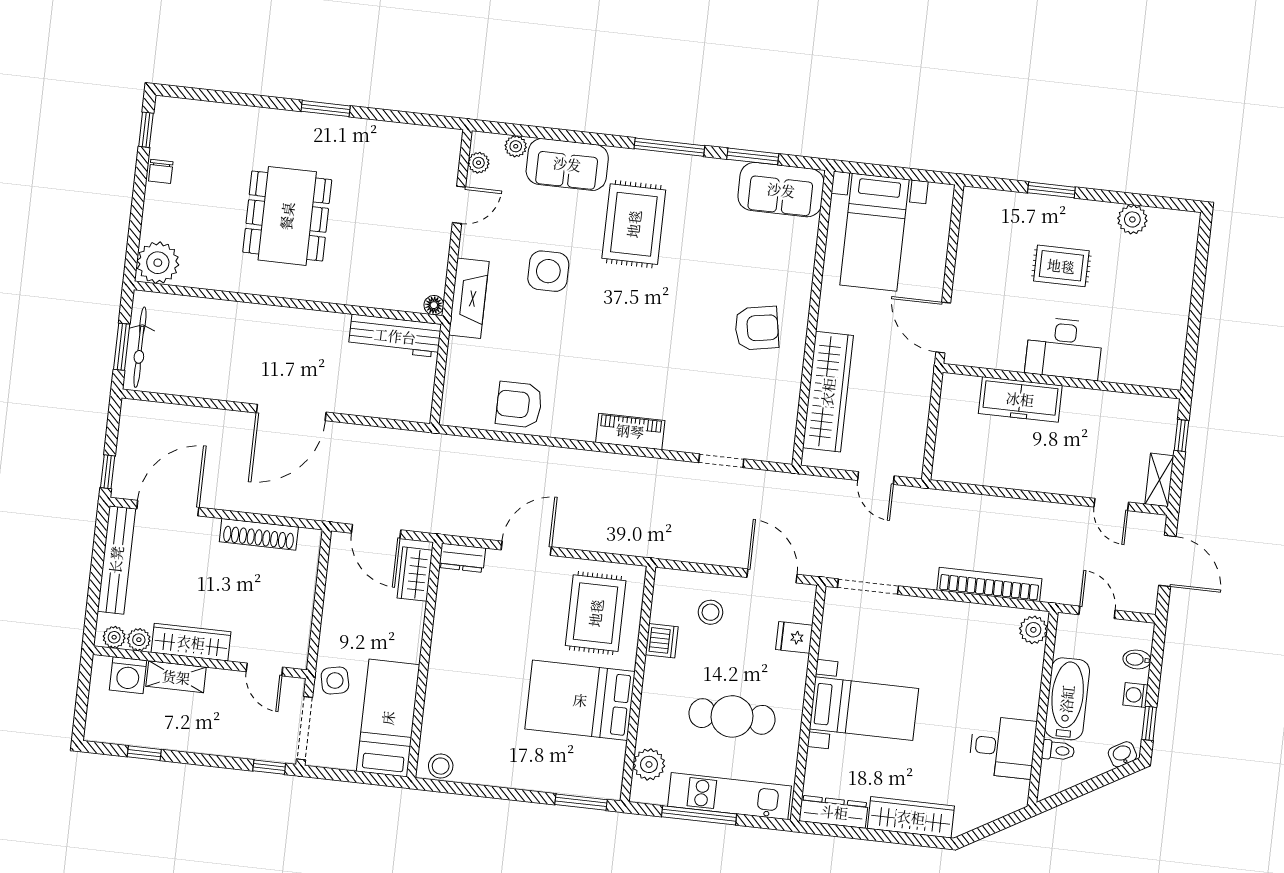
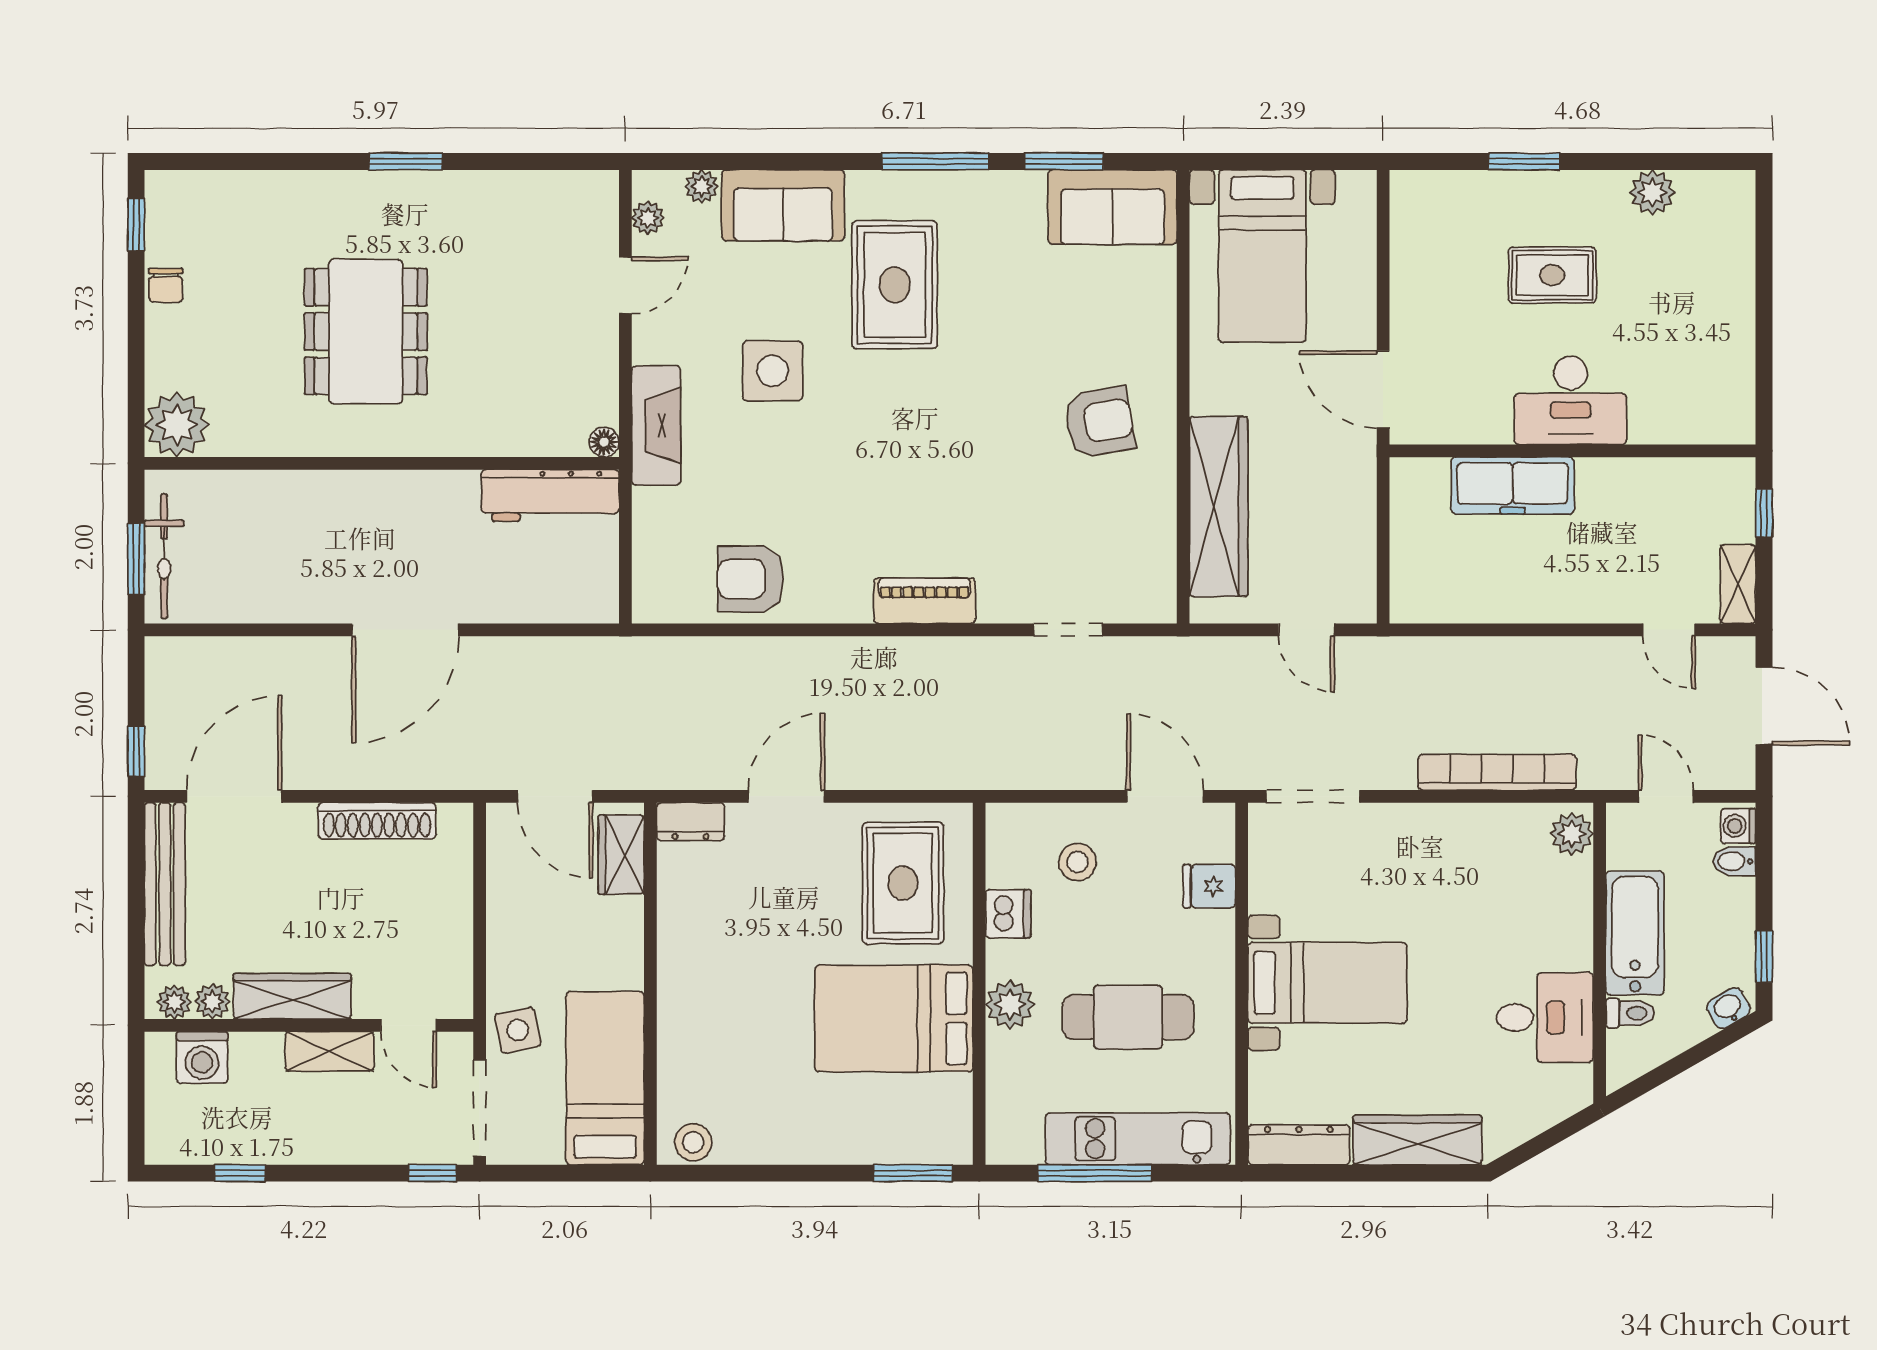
shelving: (176, 677) -> (330, 1051), moved
washing machine: (1135, 695) -> (1738, 826), moved
plant: (649, 764) -> (1010, 1005), moved

